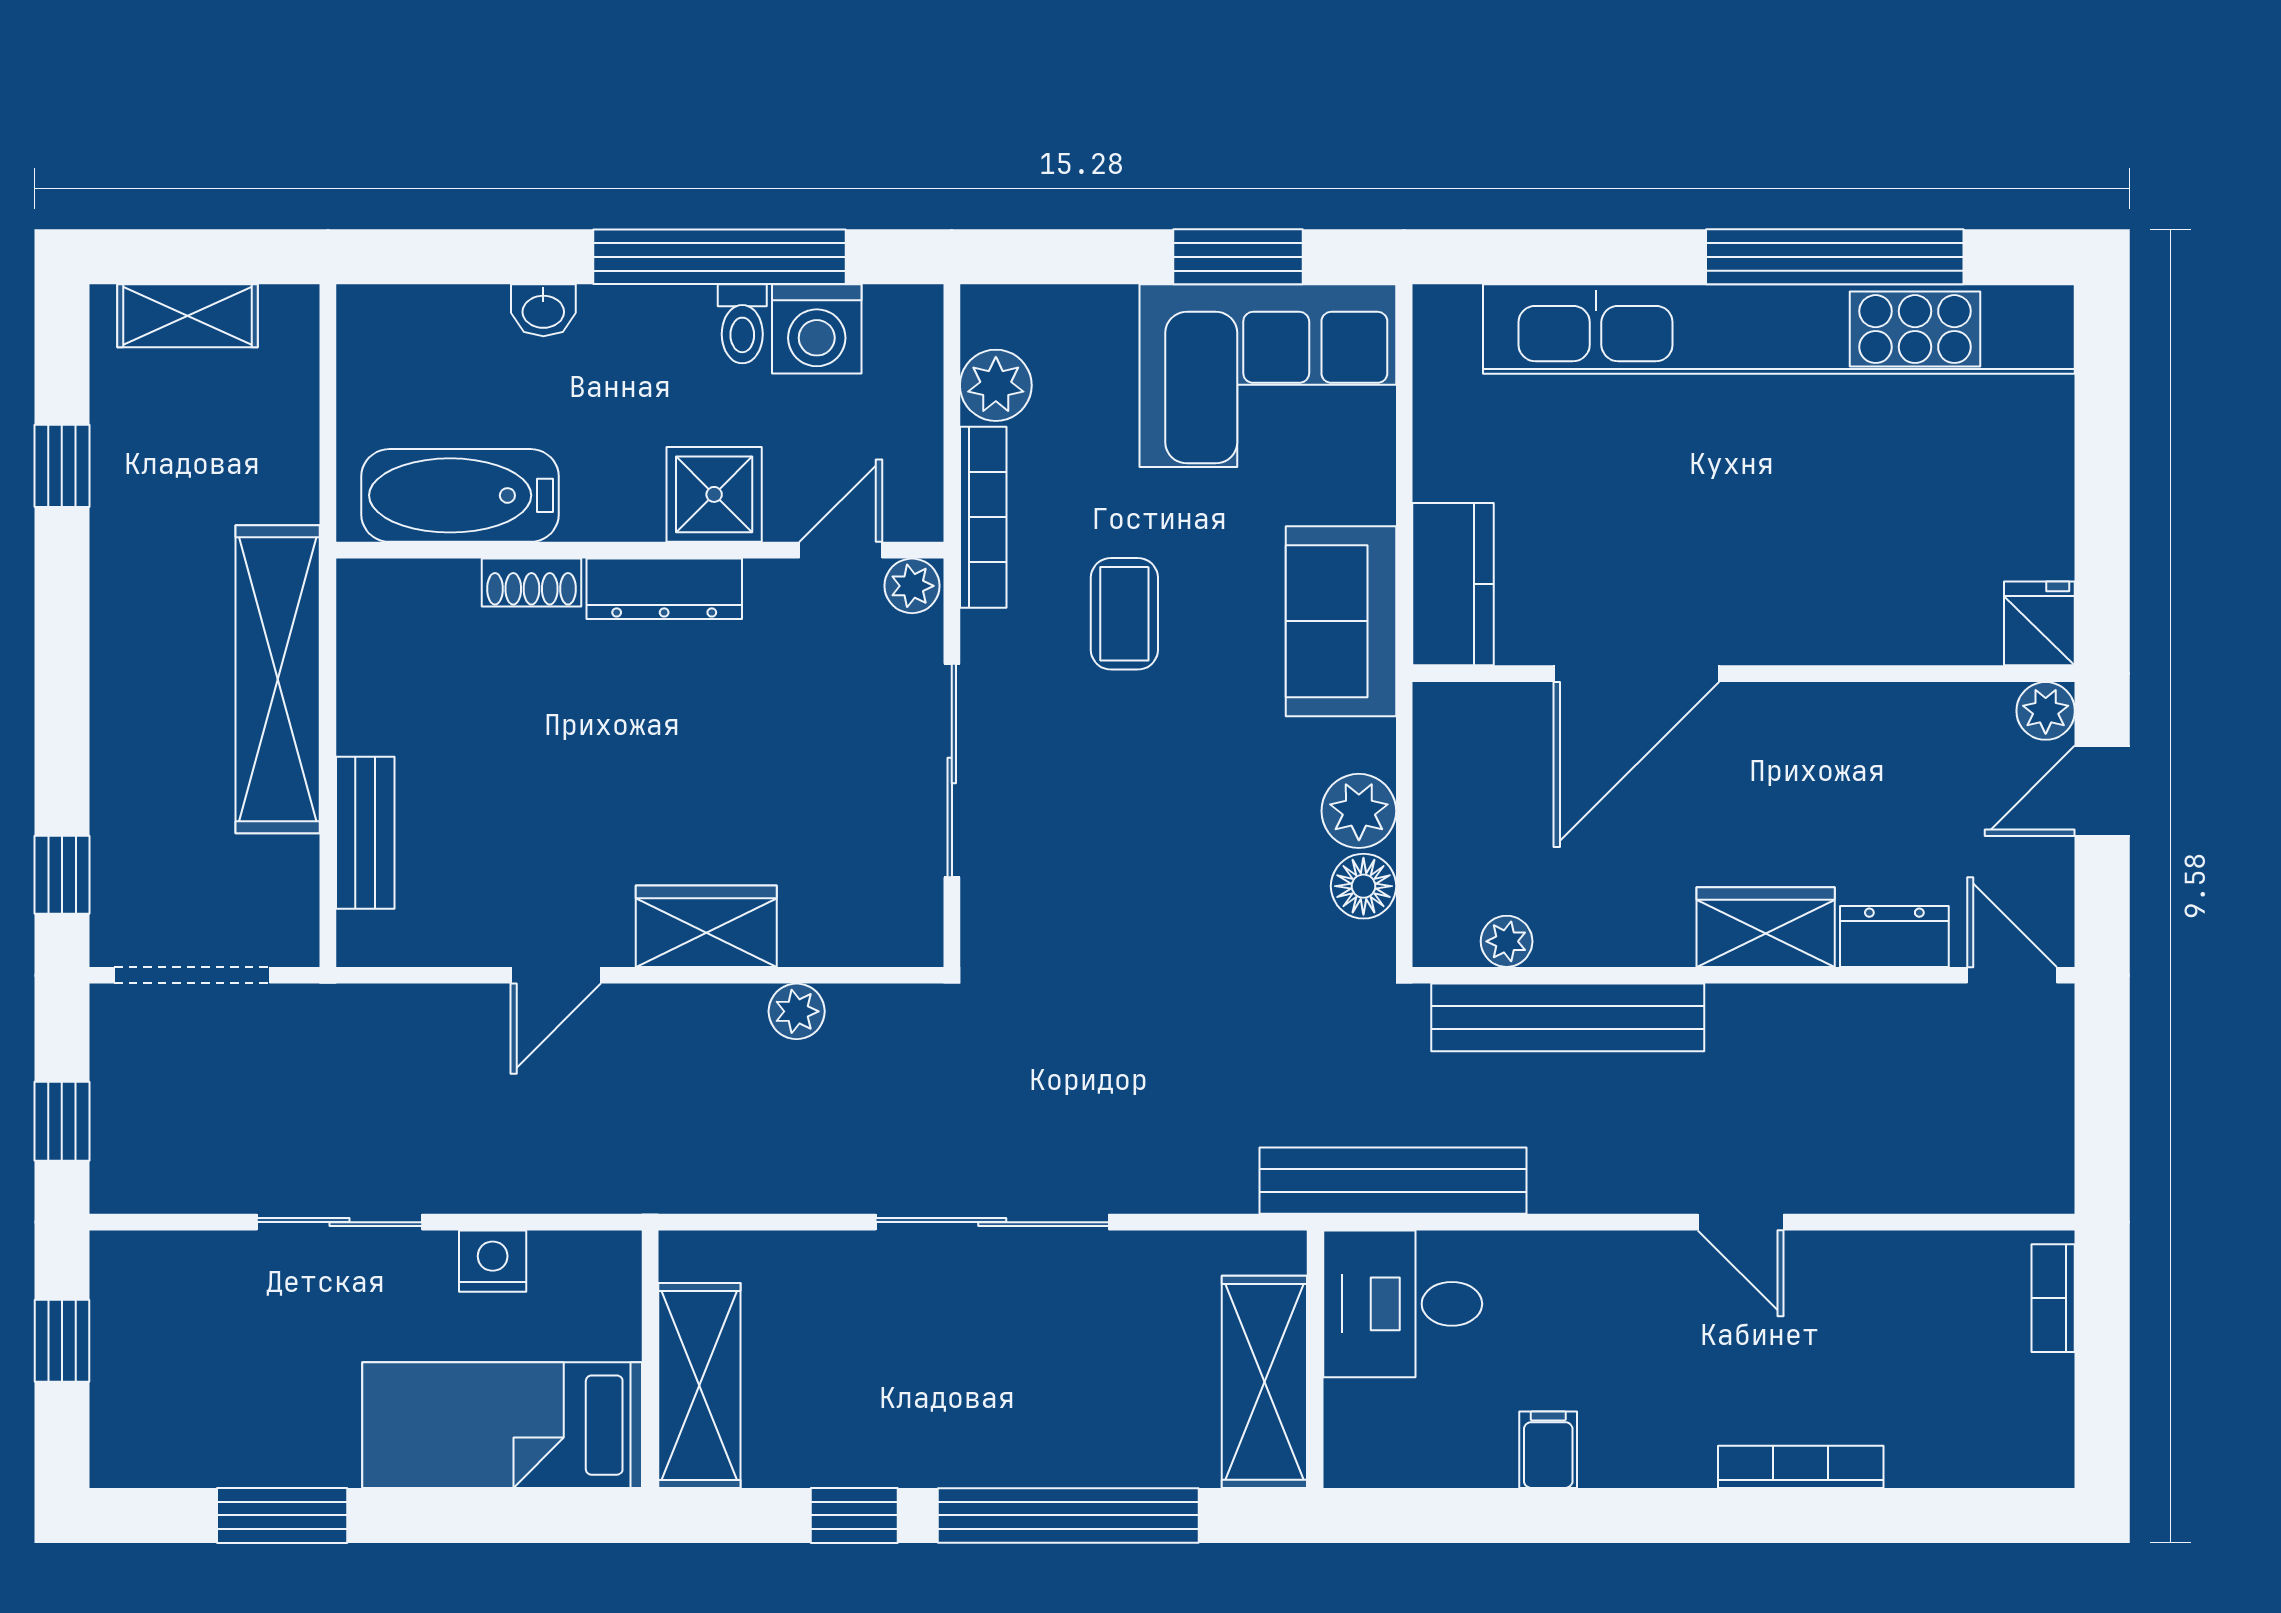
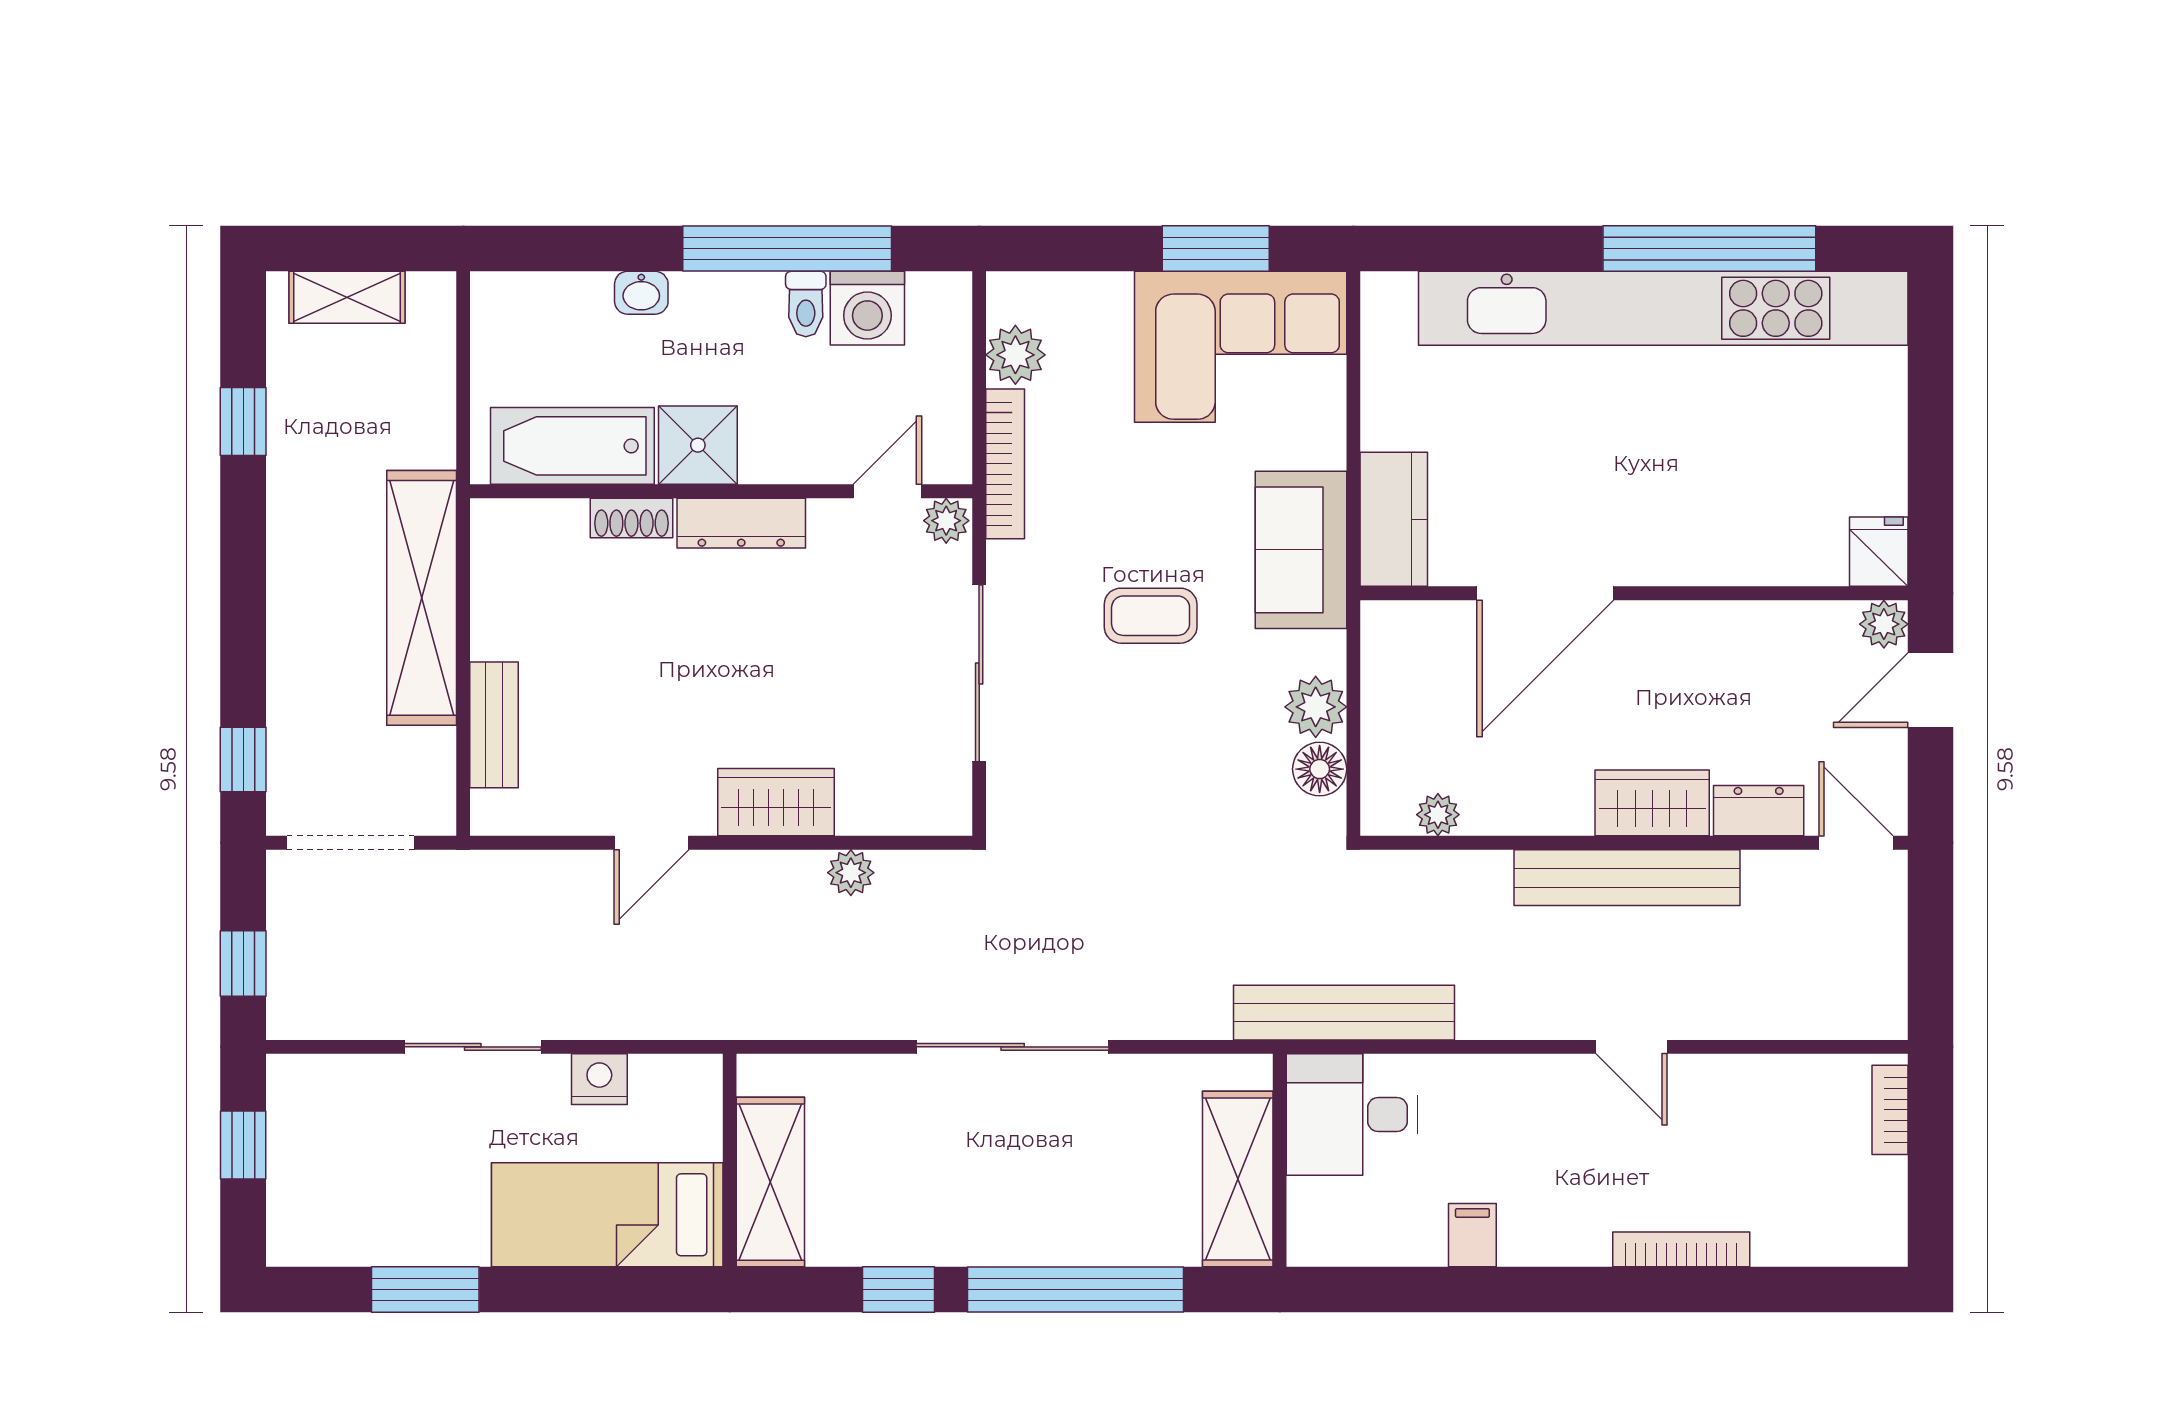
shower: (714, 494) -> (698, 445), moved
coffee table: (1124, 614) -> (1151, 616), moved, turned 90
bench: (1568, 1017) -> (1627, 878), moved

